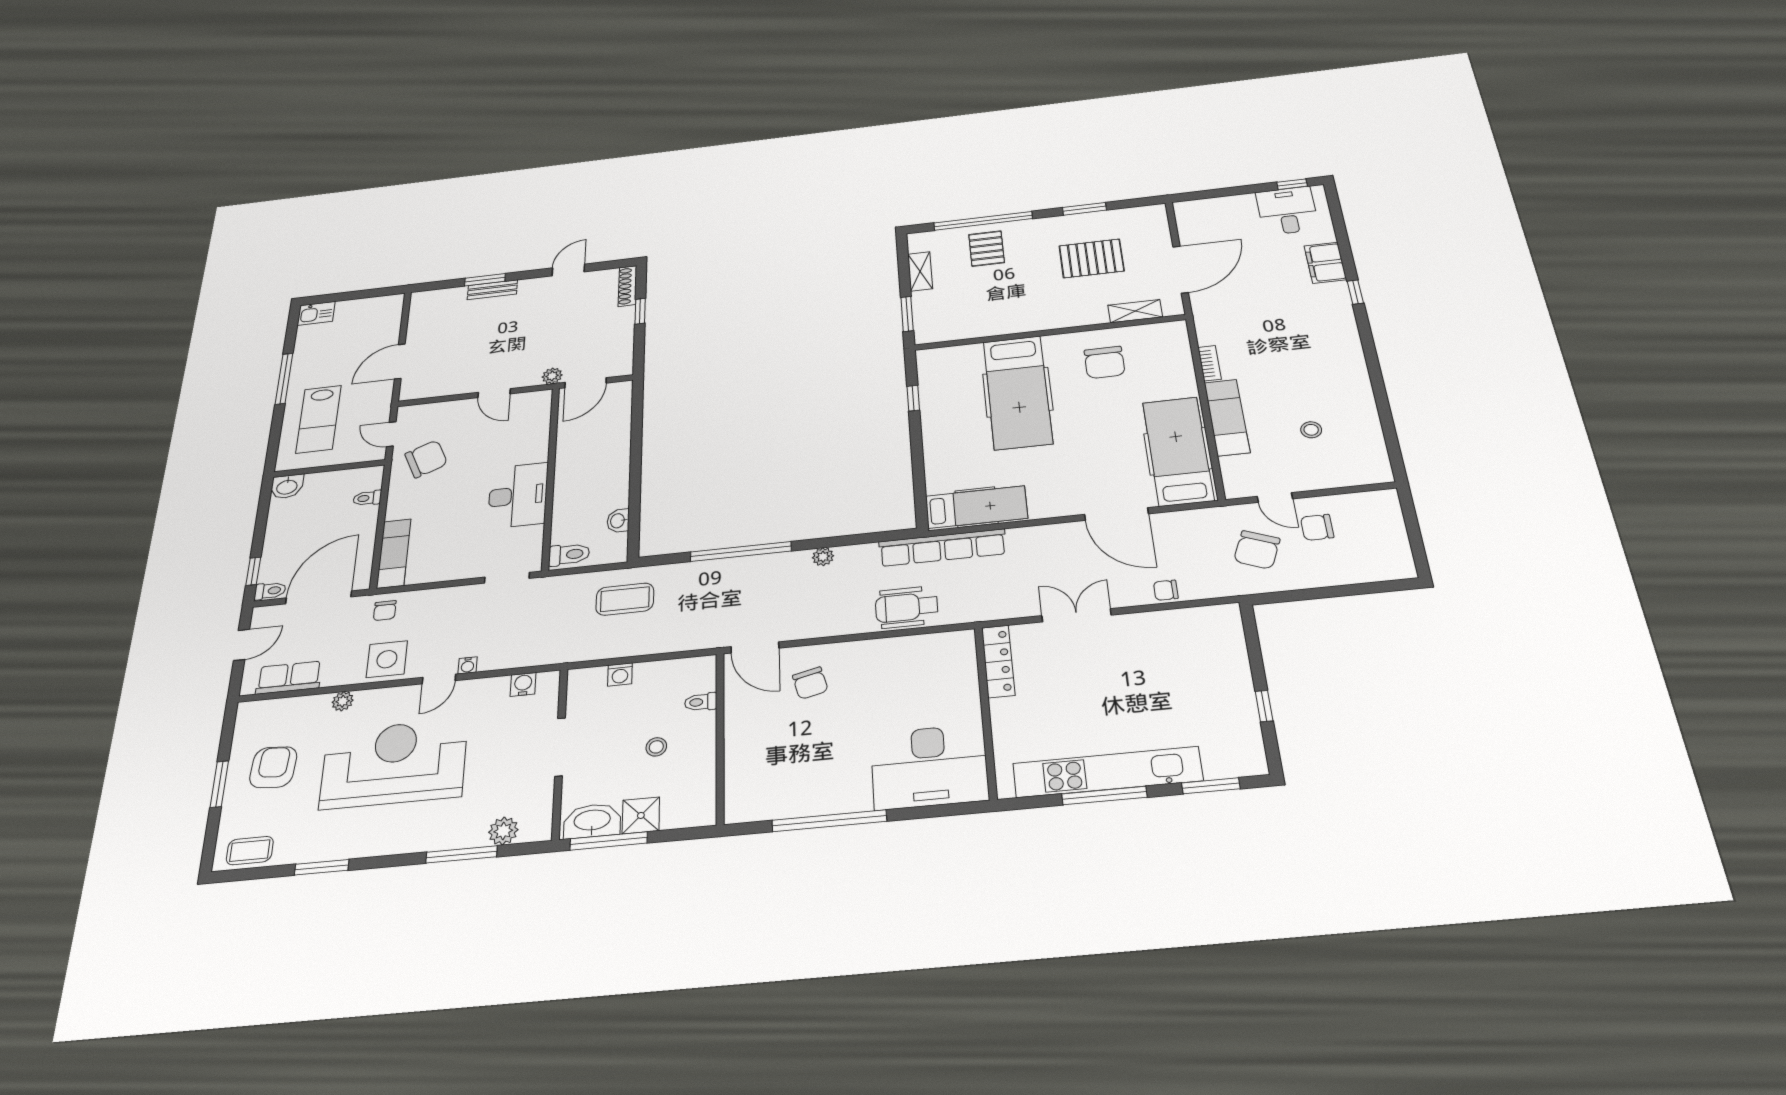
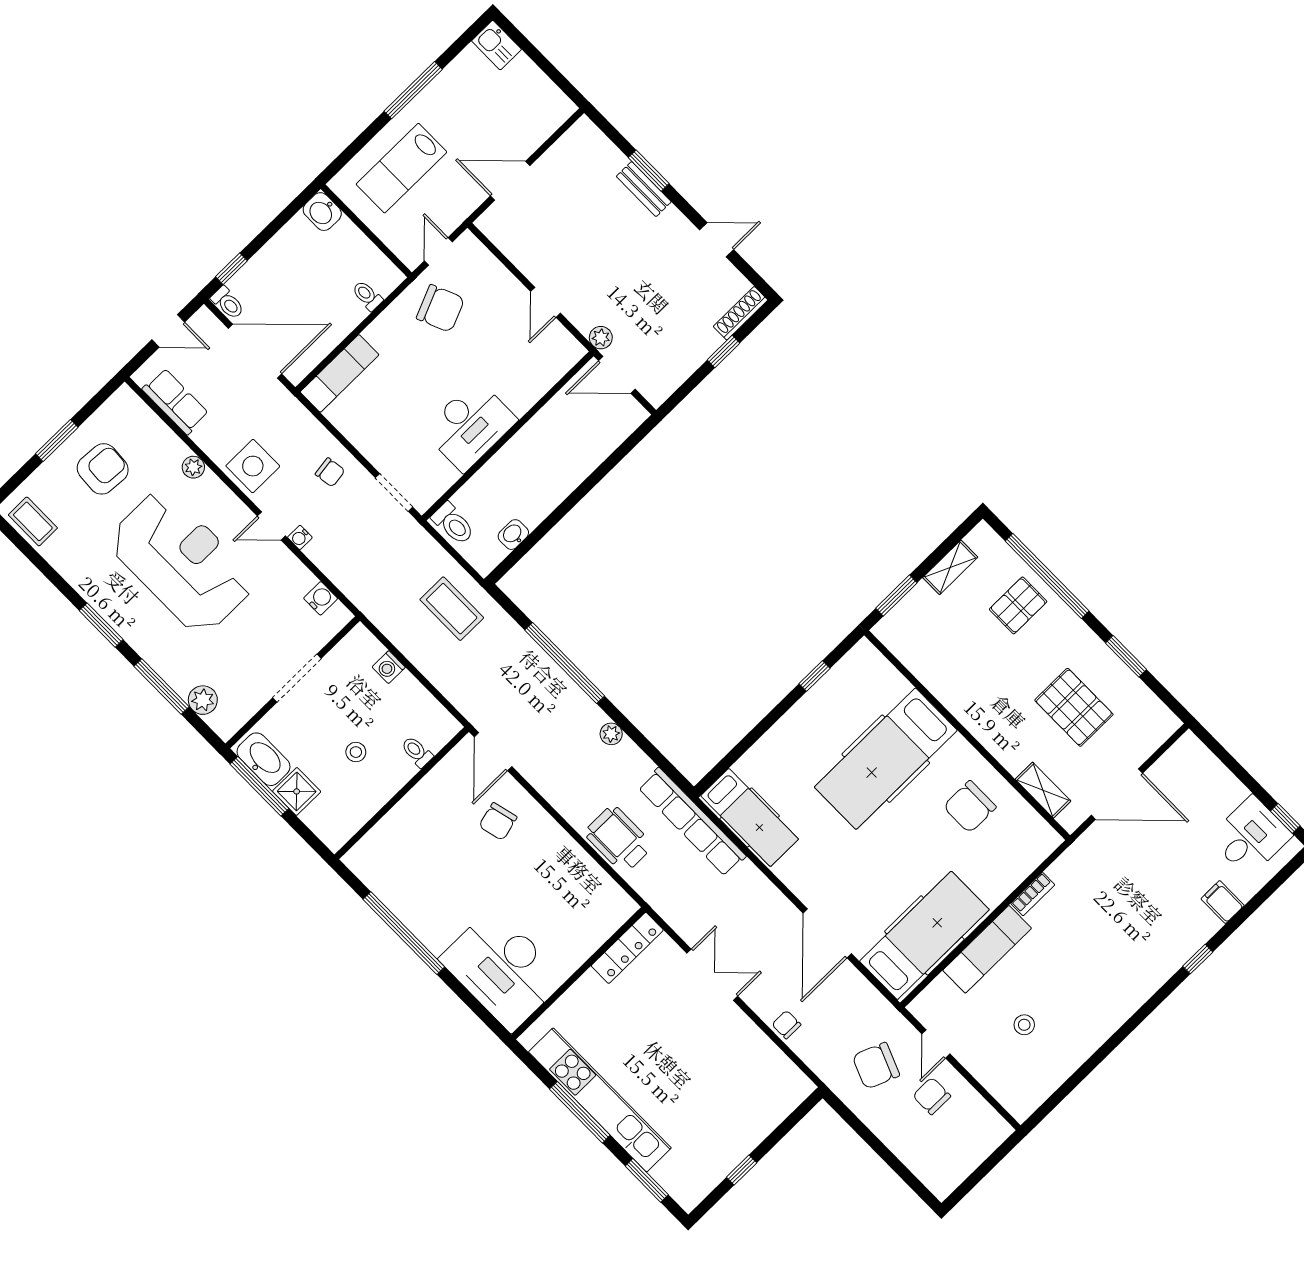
filing cabinet: (1325, 263) -> (1223, 902), width x0.50
chair: (385, 611) -> (330, 472), moved, turned -98
window: (322, 867) -> (101, 625), moved

